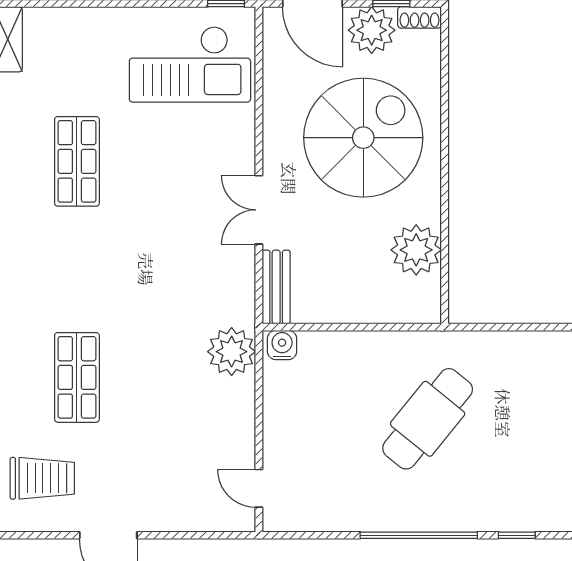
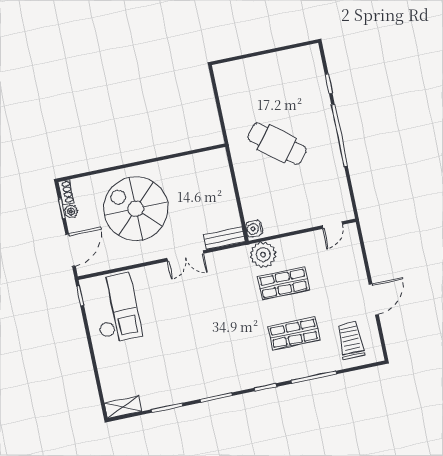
plant: (372, 30) -> (71, 212), width x0.53, depth x0.53
shop shelf: (77, 161) -> (283, 283), moved
plant: (416, 250) -> (189, 168), removed

